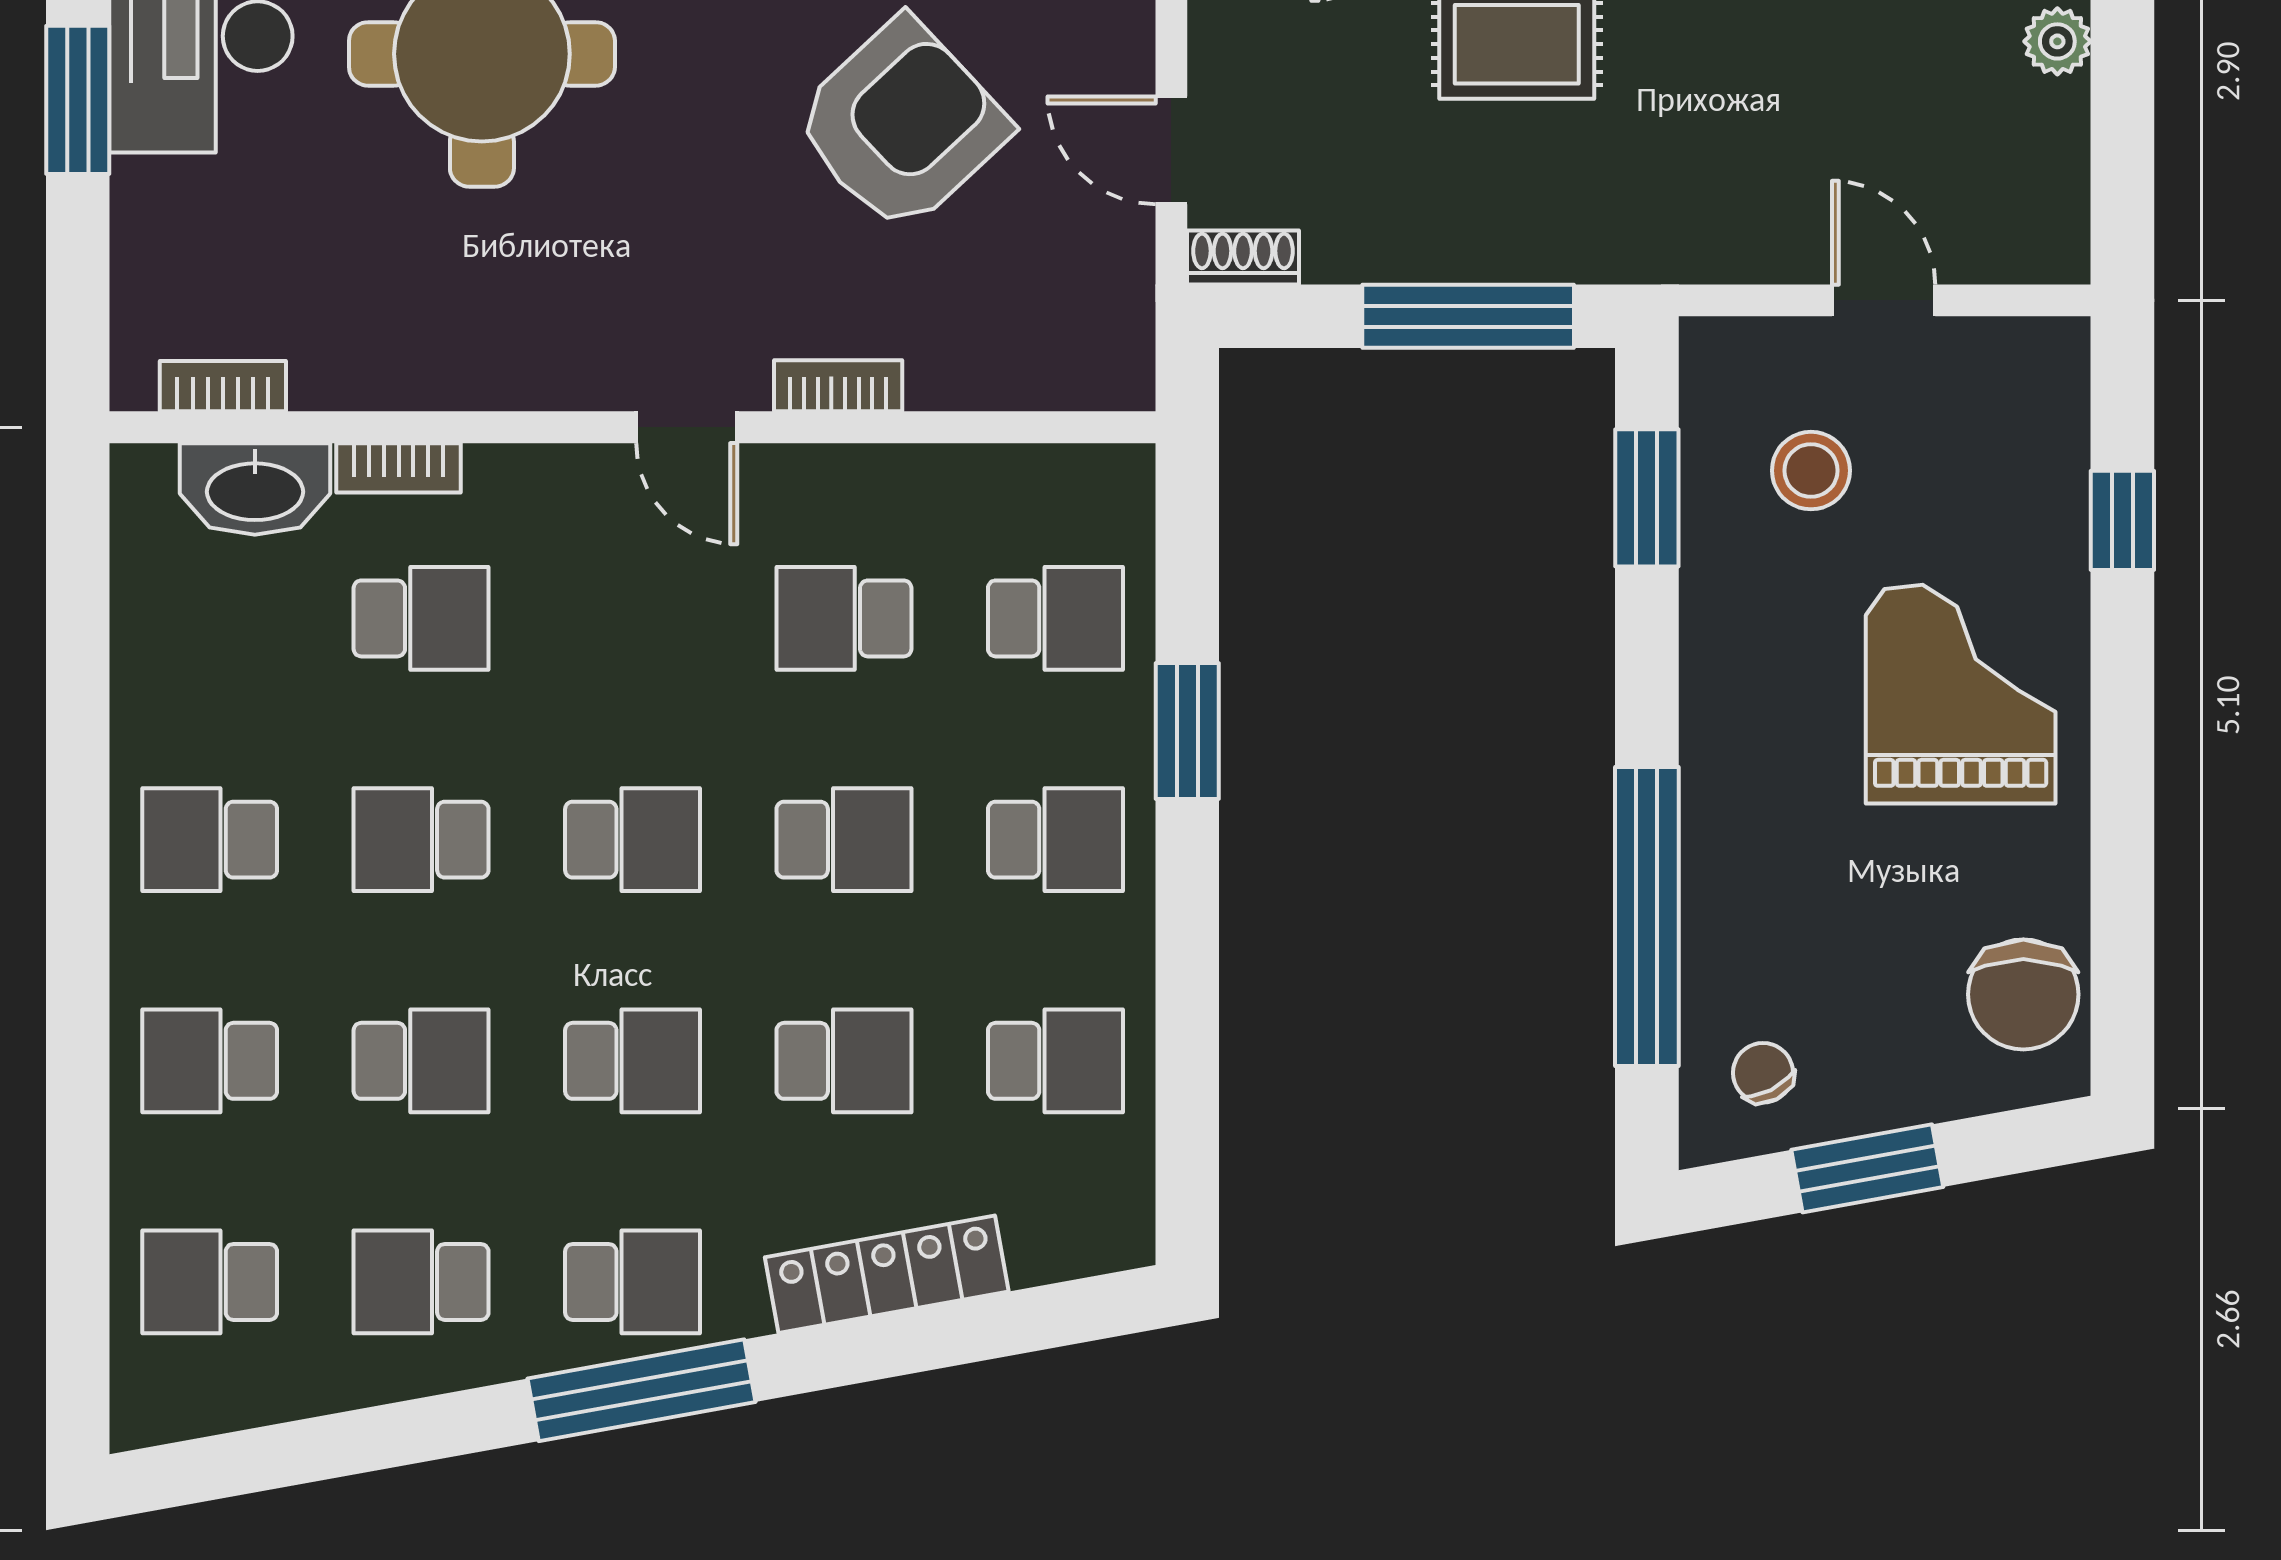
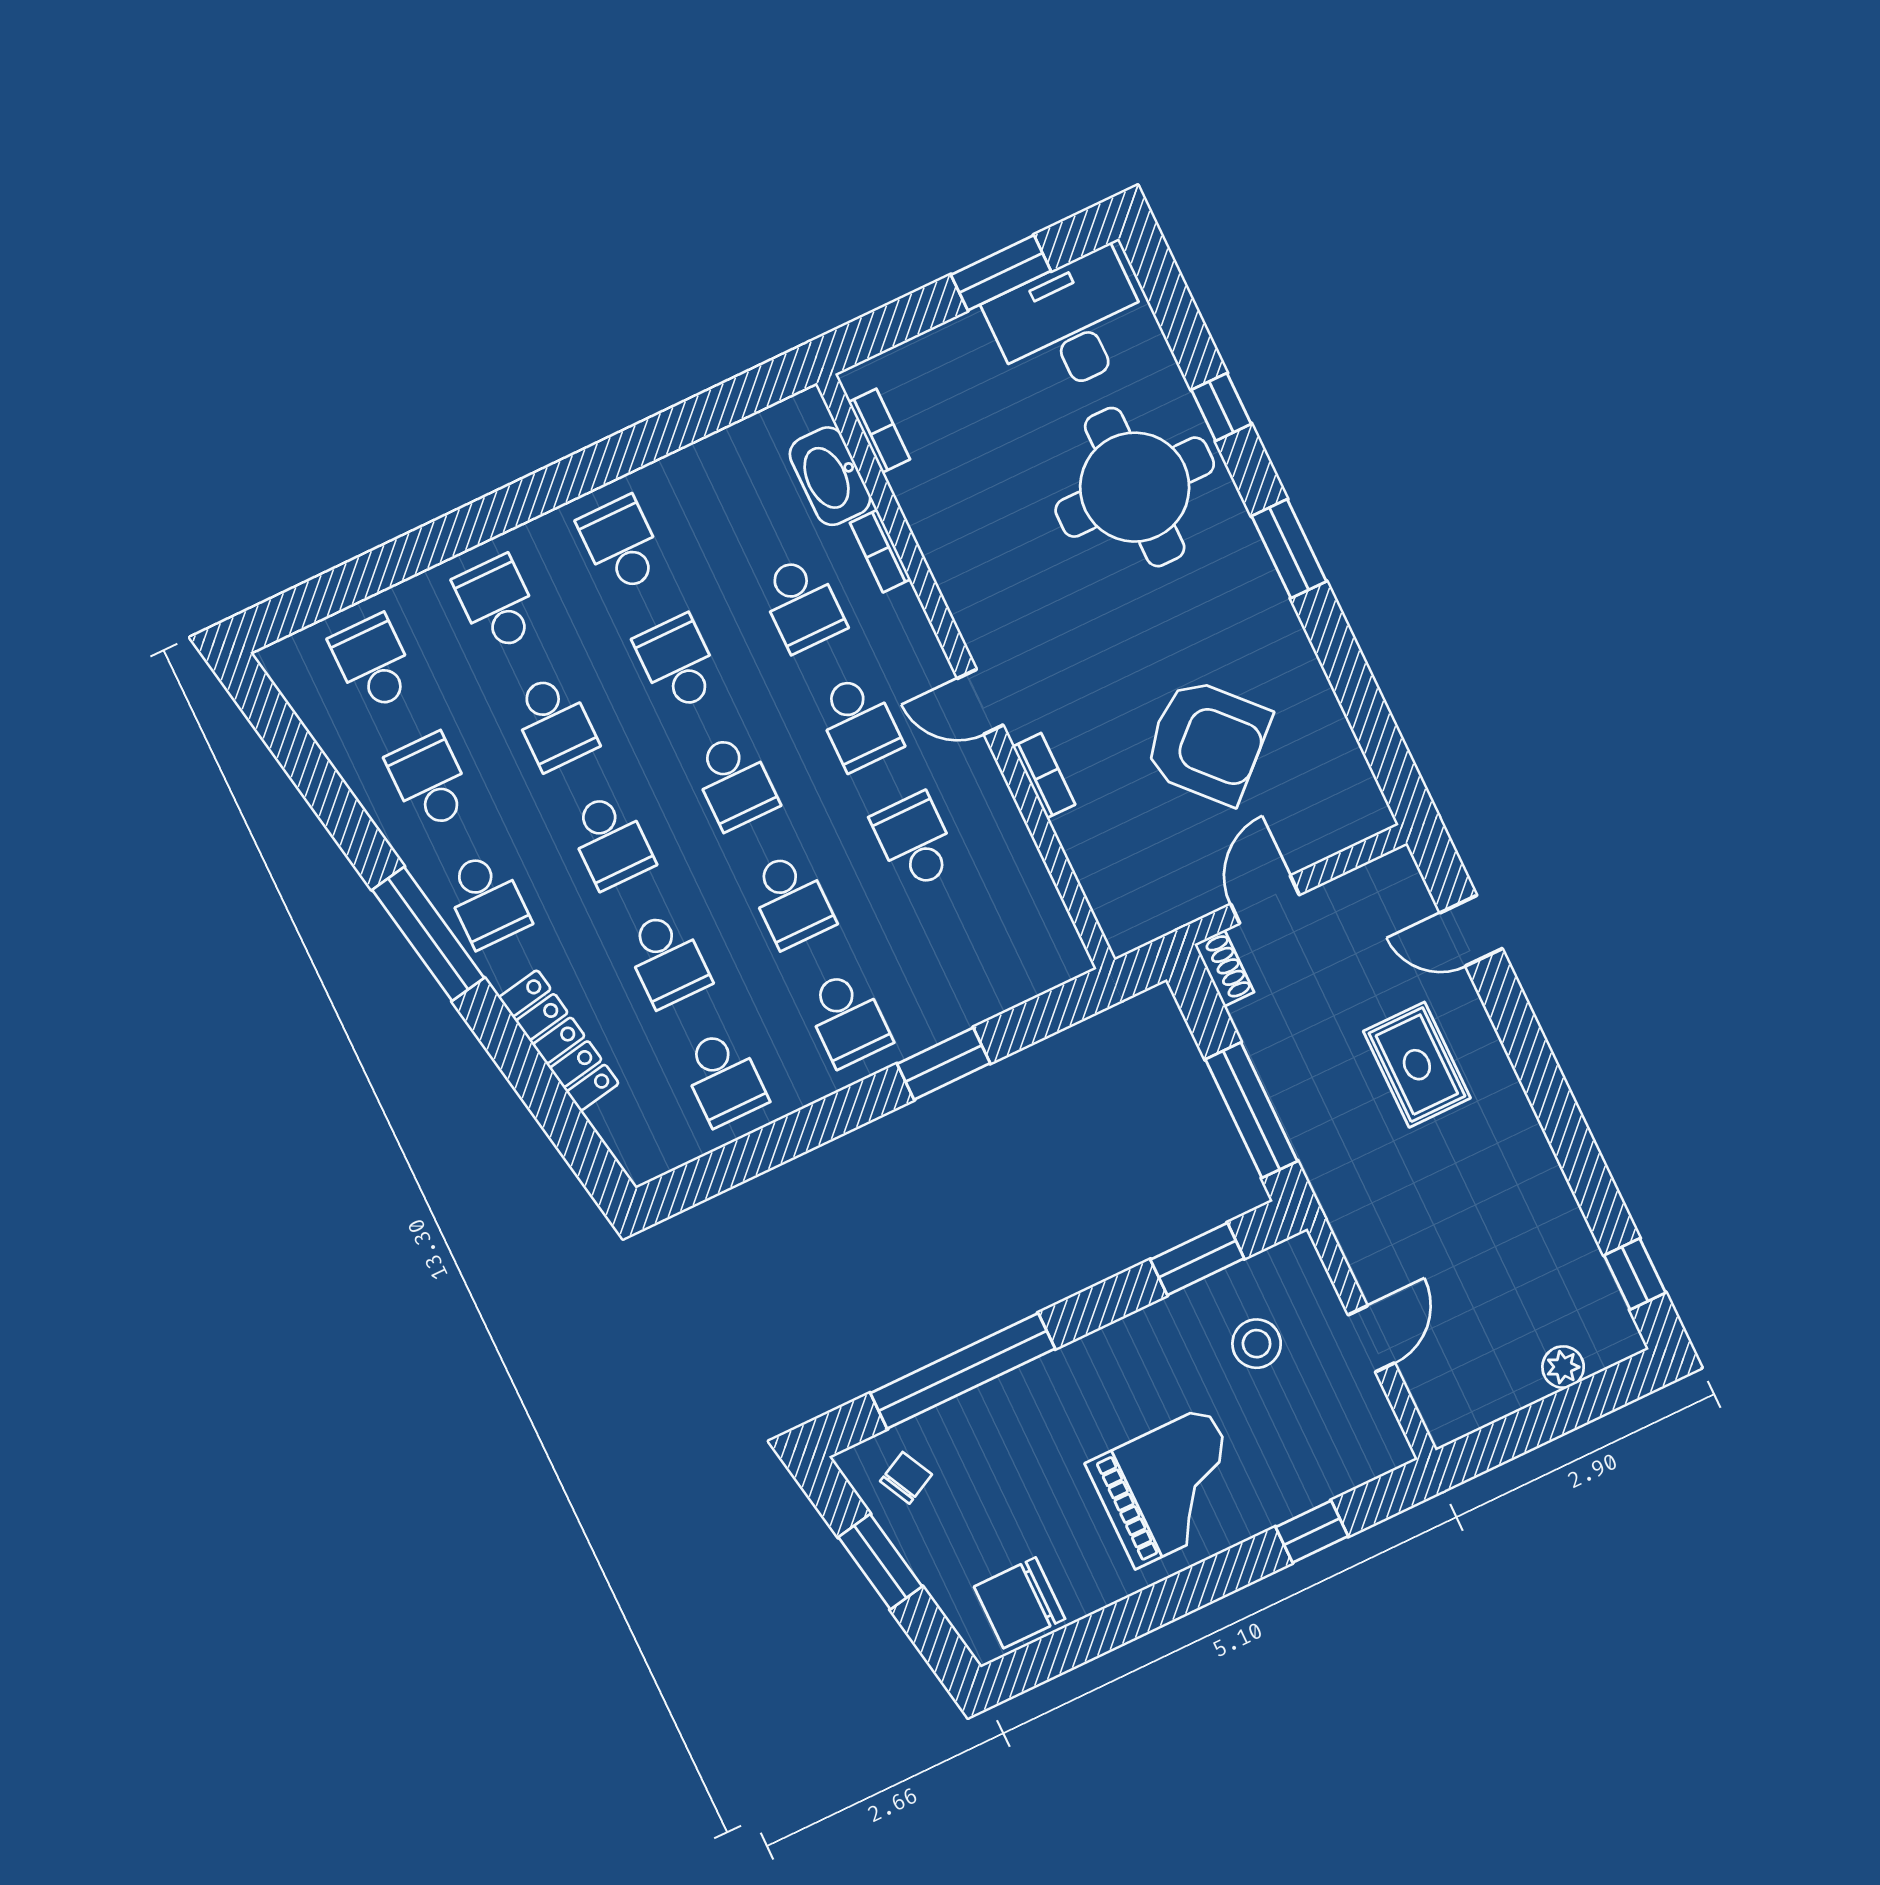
door: (687, 427) -> (980, 702), hinge flipped
school desk: (1055, 618) -> (858, 722), moved

